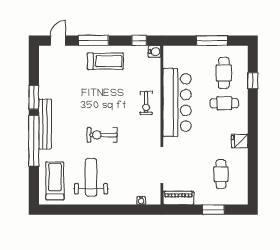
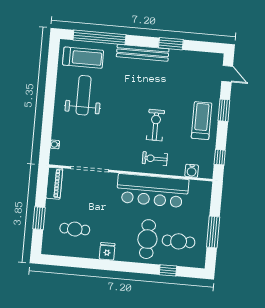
window: (93, 41) -> (224, 110), width x0.69
water cooler: (155, 52) -> (192, 171), moved
treadmill: (105, 61) -> (202, 121), turned 180
cafe table: (224, 103) -> (147, 239), width x1.37, depth x1.35
exercise bike: (102, 135) -> (156, 125), moved
window: (34, 141) -> (99, 37), moved
weight bench: (91, 177) -> (84, 95), turned -90

